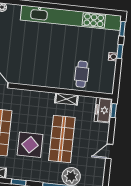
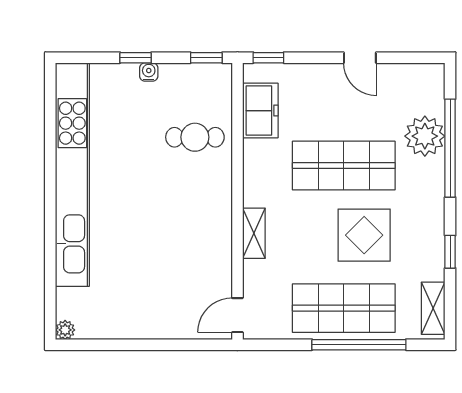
window: (122, 29) -> (206, 58), moved
shelving: (66, 99) -> (254, 233), moved
freezer: (103, 110) -> (260, 111), moved, turned -90

